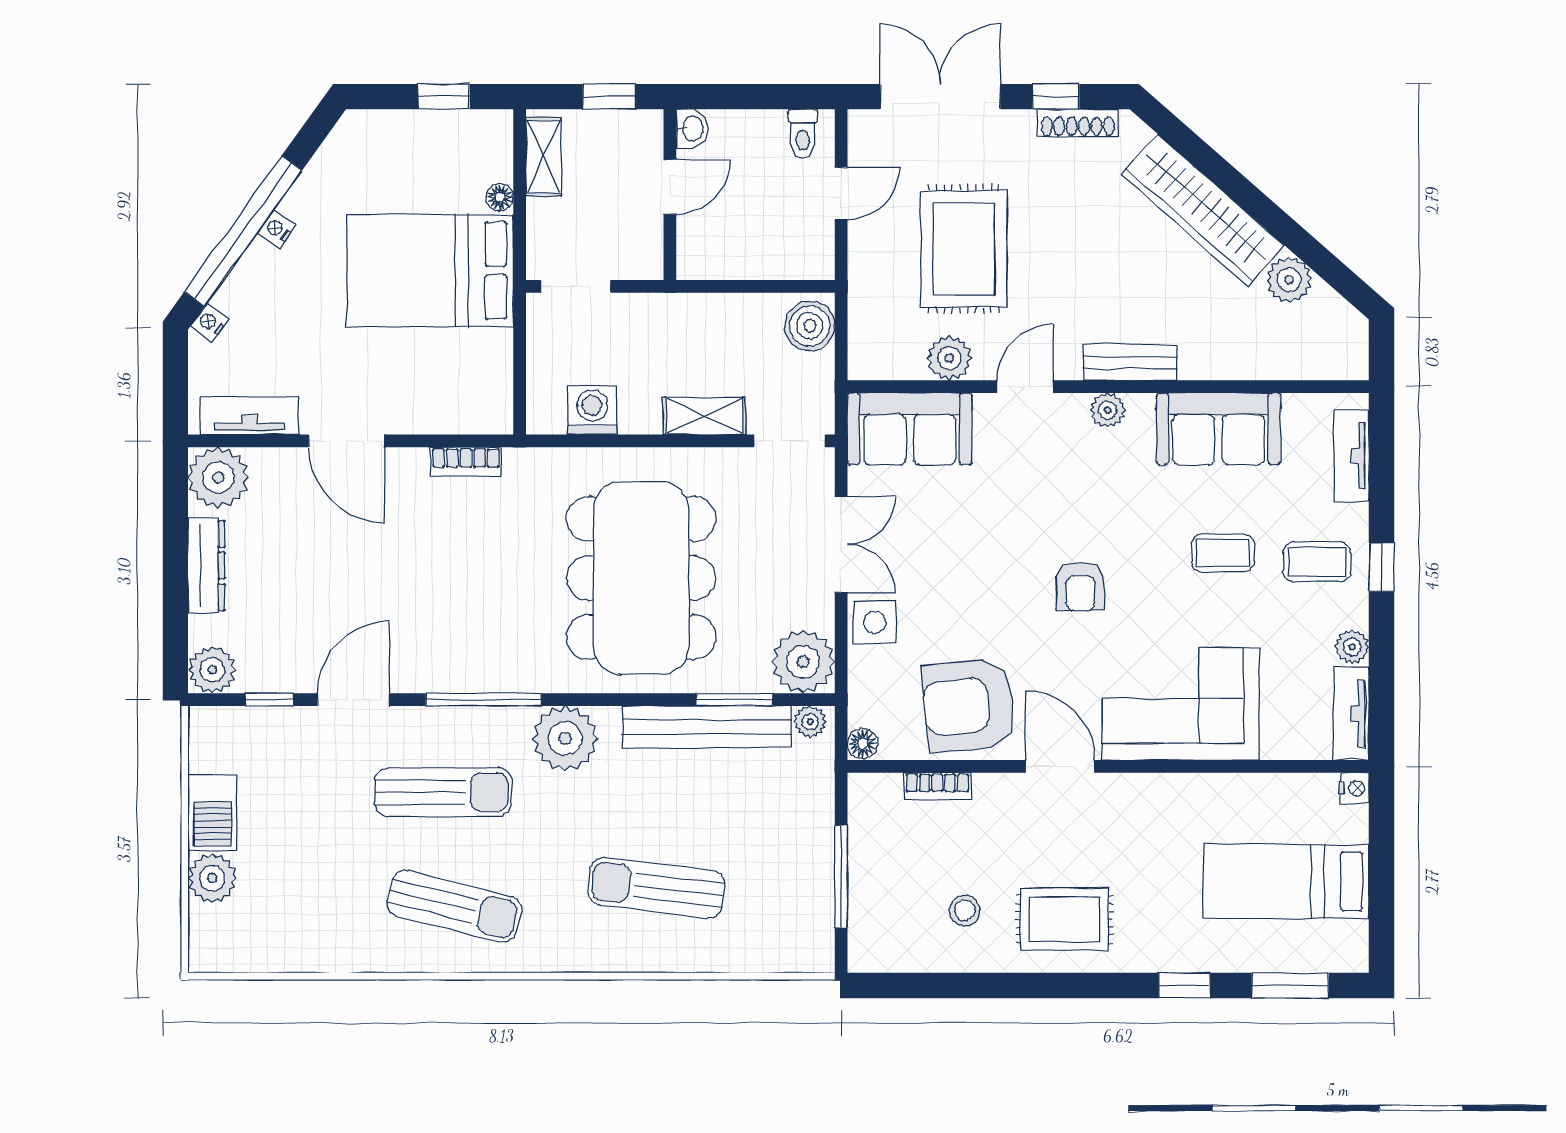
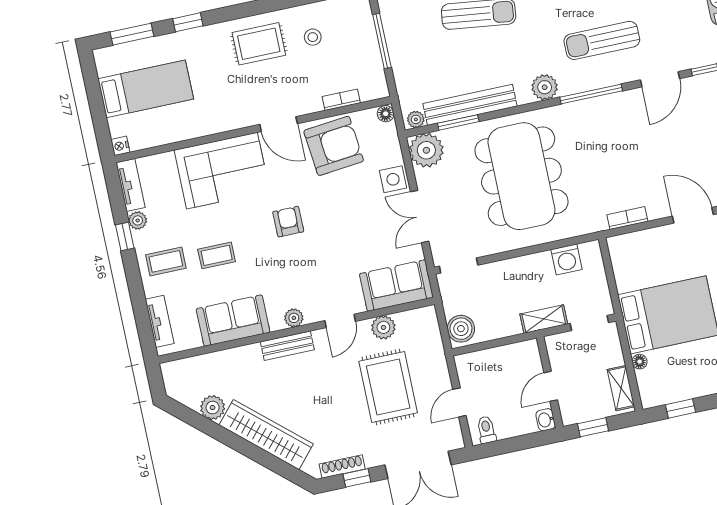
shelving: (704, 416) -> (544, 319), moved
window: (1382, 567) -> (125, 236), moved
plant: (565, 739) -> (545, 87), width x0.73, depth x0.73

